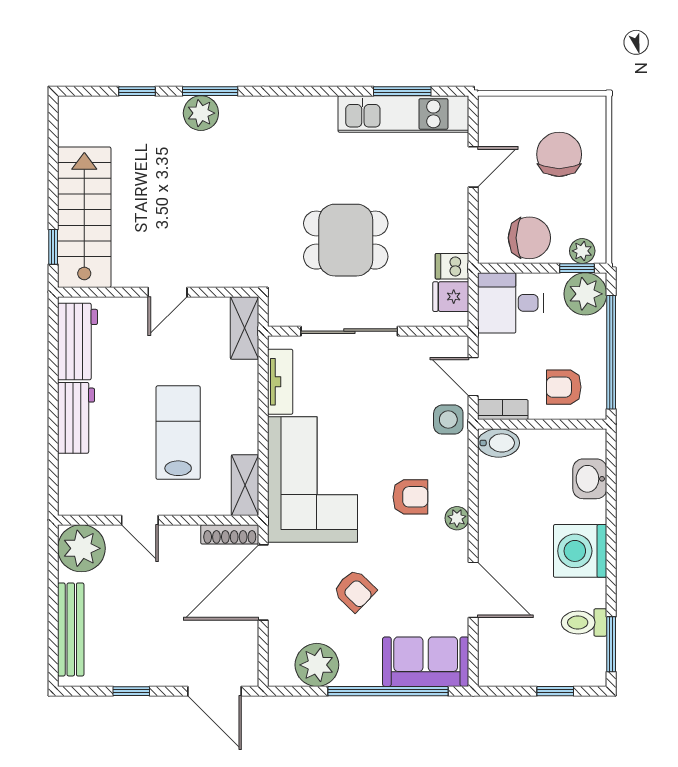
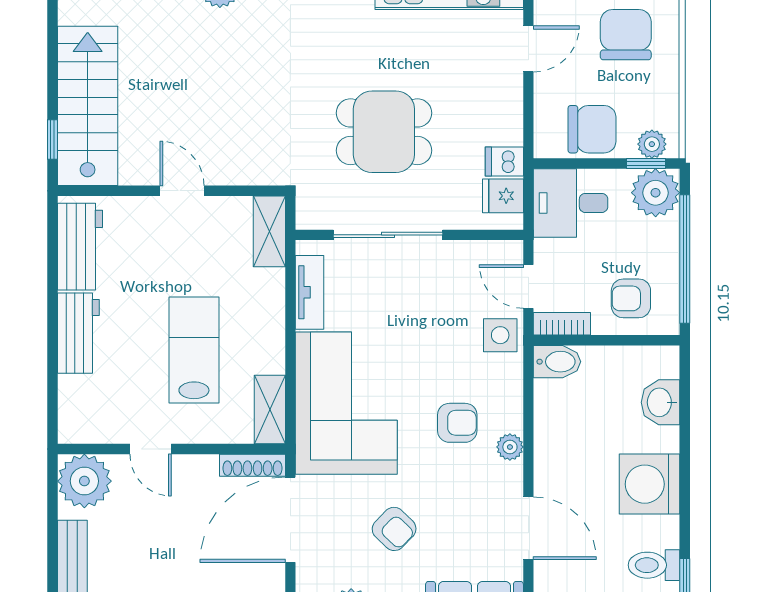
door: (168, 292) -> (182, 191), swing flipped

